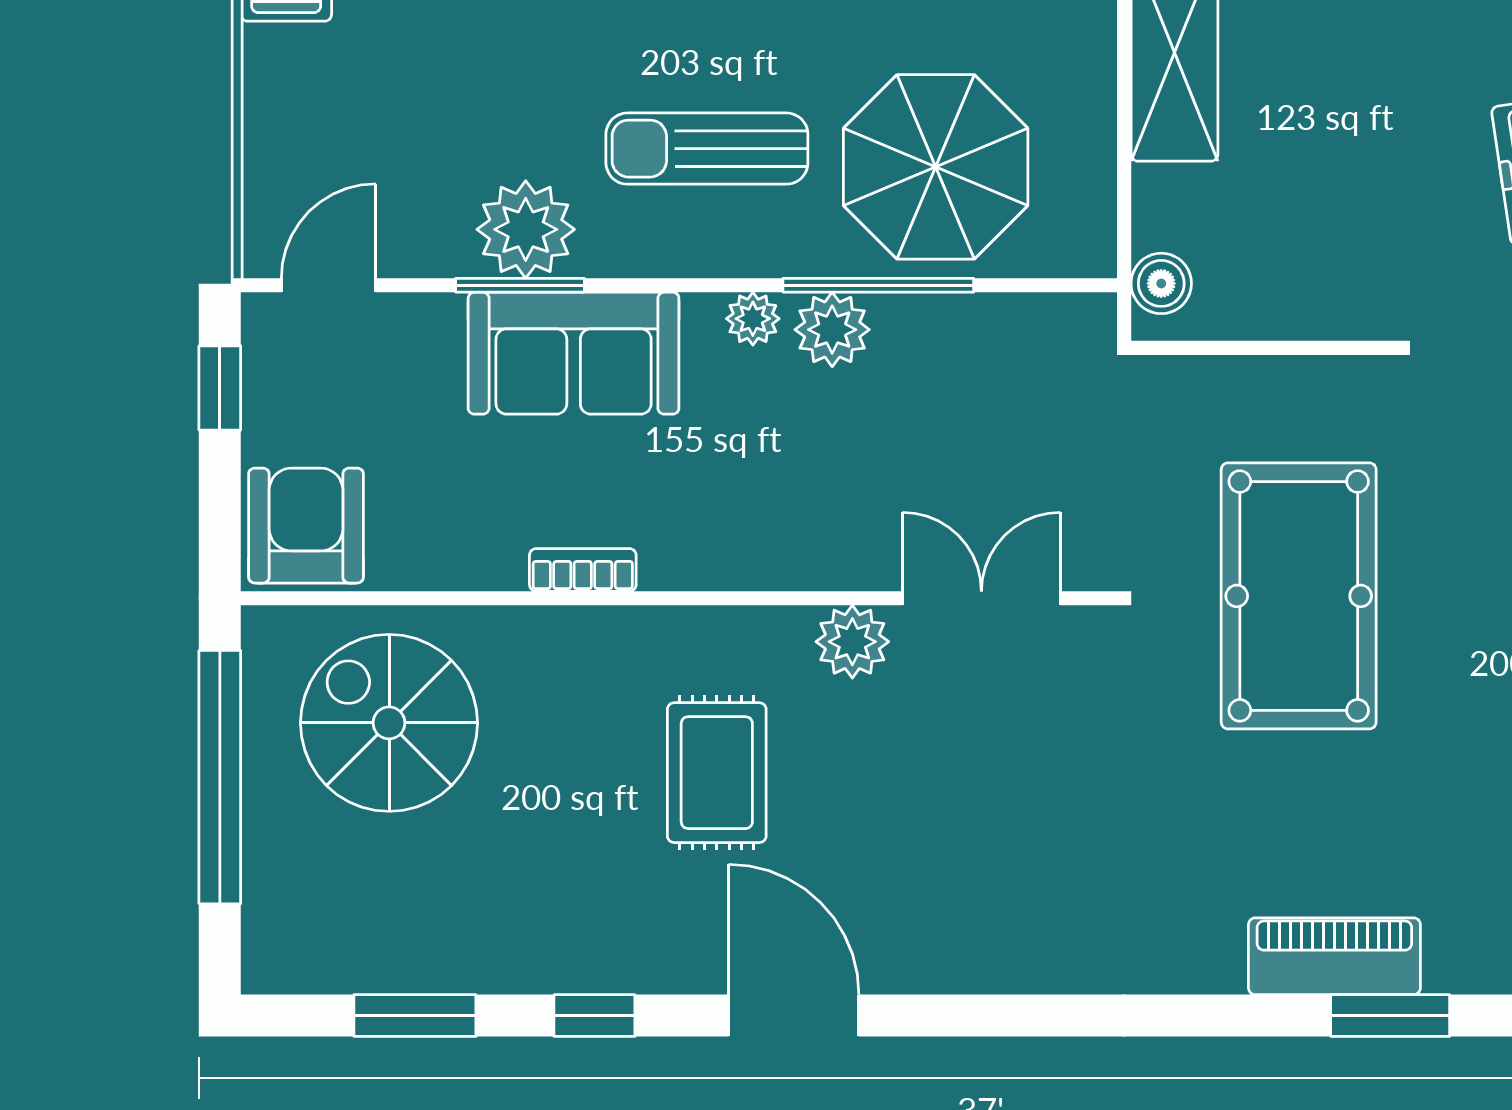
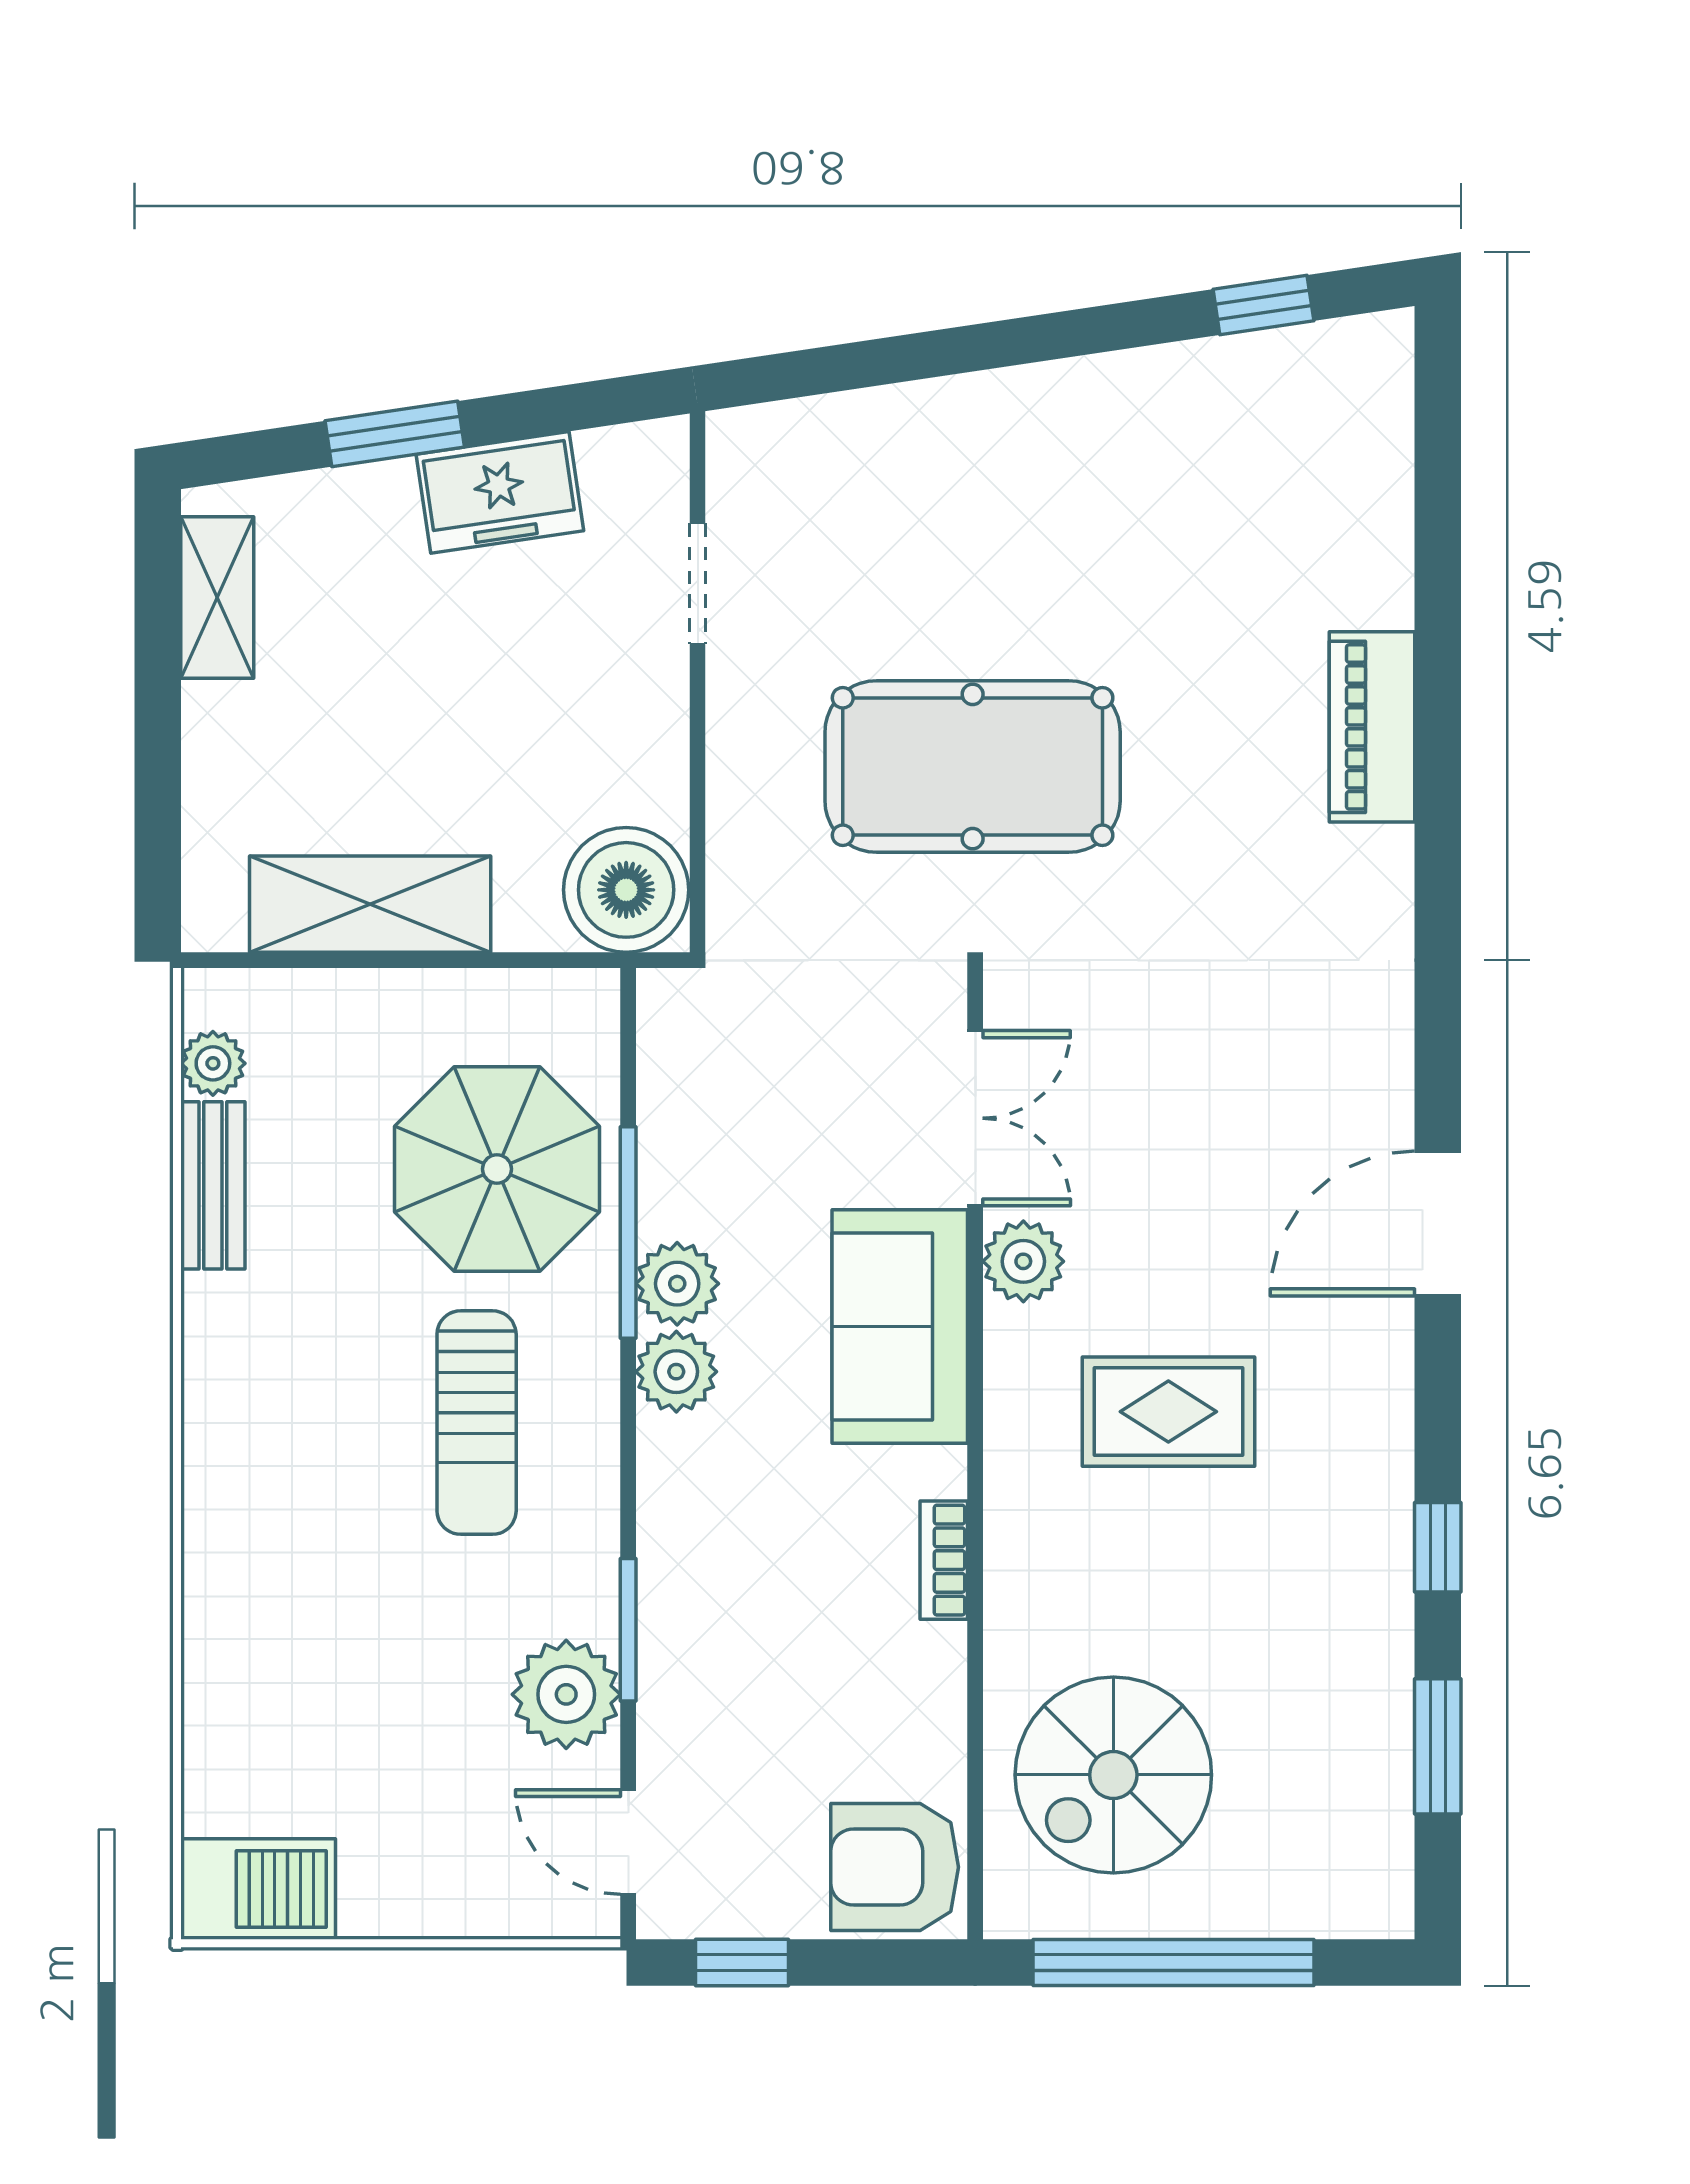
plant: (526, 229) -> (566, 1694), moved
boiler: (1161, 283) -> (626, 890), width x1.86, depth x1.86
plant: (753, 319) -> (676, 1372), width x1.38, depth x1.38
sofa: (574, 353) -> (900, 1326), moved, turned 180
double door: (981, 598) -> (975, 1118), swing flipped
door: (794, 1016) -> (1438, 1224), moved
window: (1390, 1016) -> (1438, 665), removed

